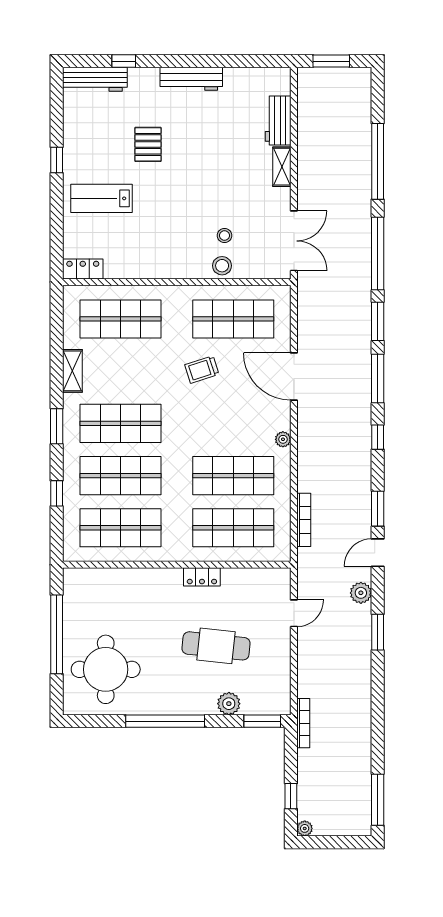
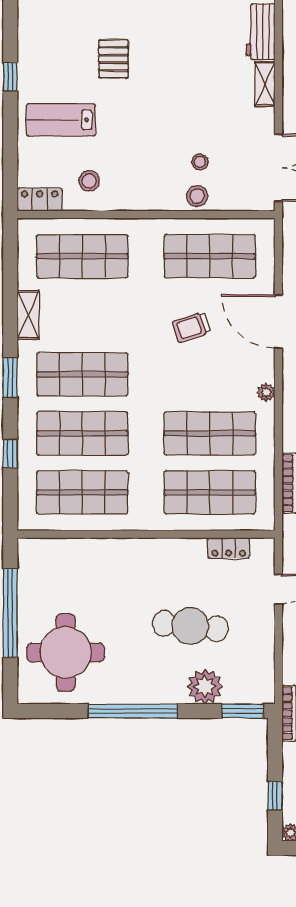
stool: (126, 252) -> (89, 181), added
trolley: (202, 370) -> (191, 327), moved
locker: (202, 577) -> (229, 548), moved
plant: (229, 704) -> (205, 687), width x1.36, depth x1.36

